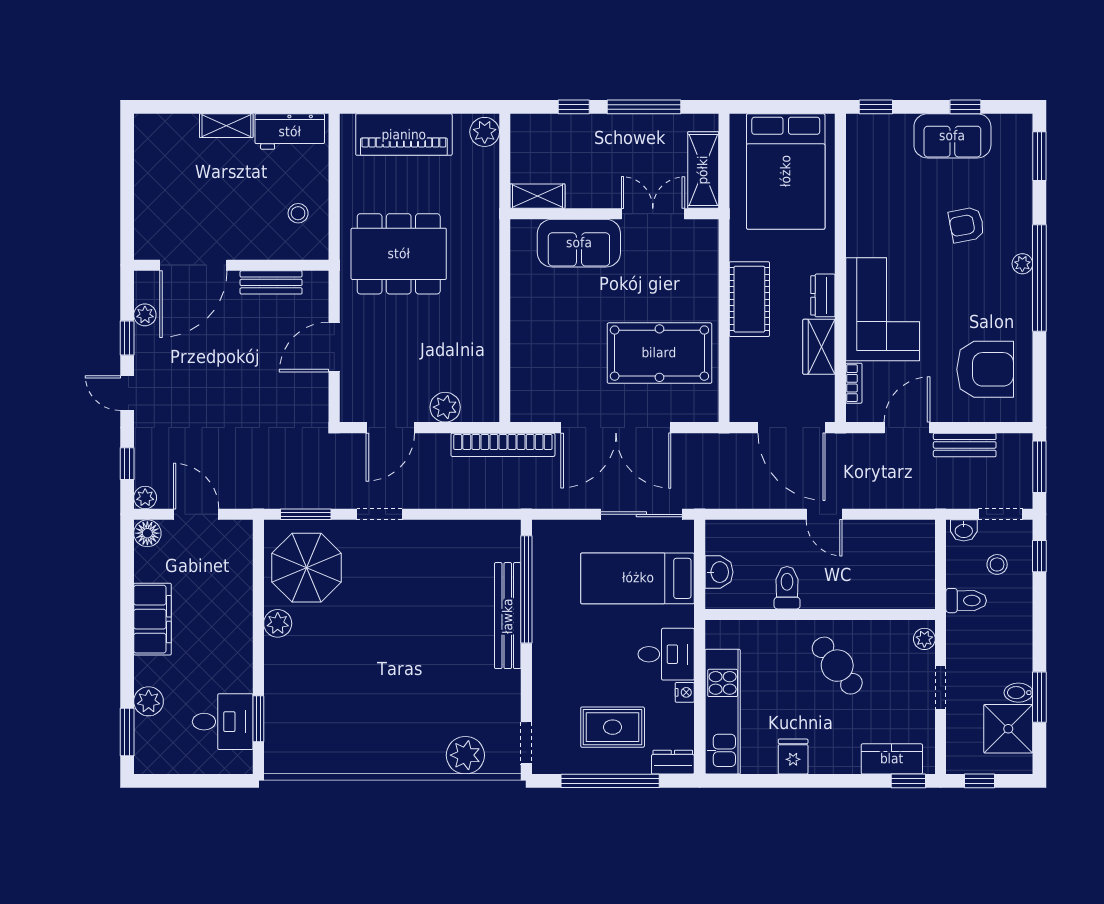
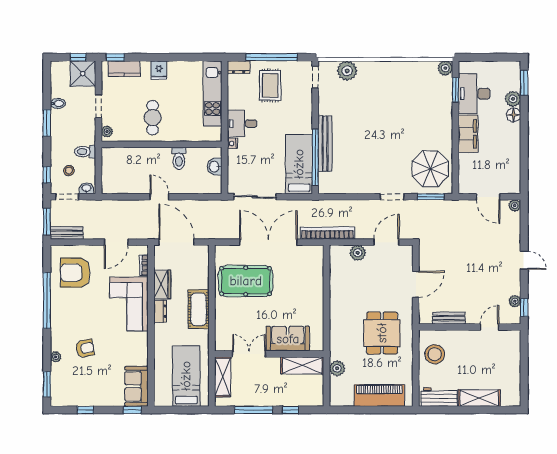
shelving: (226, 126) -> (479, 398), width x1.50, depth x1.33
plant: (485, 132) -> (337, 368), moved
sofa: (952, 136) -> (136, 386), moved, turned -90
bed: (786, 171) -> (186, 376), width x0.67
shelving: (537, 196) -> (302, 365), width x1.50, depth x1.33
stool: (298, 213) -> (435, 354), width x1.89, depth x1.89
double door: (653, 214) -> (249, 354), swing flipped
dining table: (399, 254) -> (382, 333), width x0.73
plant: (1022, 264) -> (56, 357), moved
door: (193, 265) -> (490, 327), width x0.53
window: (1039, 278) -> (47, 300), moved
window: (127, 338) -> (524, 308), moved
bench: (965, 445) -> (67, 233), moved
window: (127, 464) -> (524, 223), removed
floor lamp: (147, 533) -> (514, 115), moved
bed: (638, 578) -> (299, 164), moved, turned -90
filing cabinet: (152, 619) -> (468, 134), moved, turned 180
plant: (278, 623) -> (445, 68), moved
cafe table: (837, 666) -> (153, 118), turned 38
nightstand: (685, 692) -> (232, 144), moved
window: (1039, 697) -> (47, 123), moved
desk: (223, 722) -> (474, 94), width x1.37
rug: (613, 727) -> (270, 85), turned 90
shower: (1008, 729) -> (83, 74), moved
fridge: (793, 757) -> (159, 70), moved

